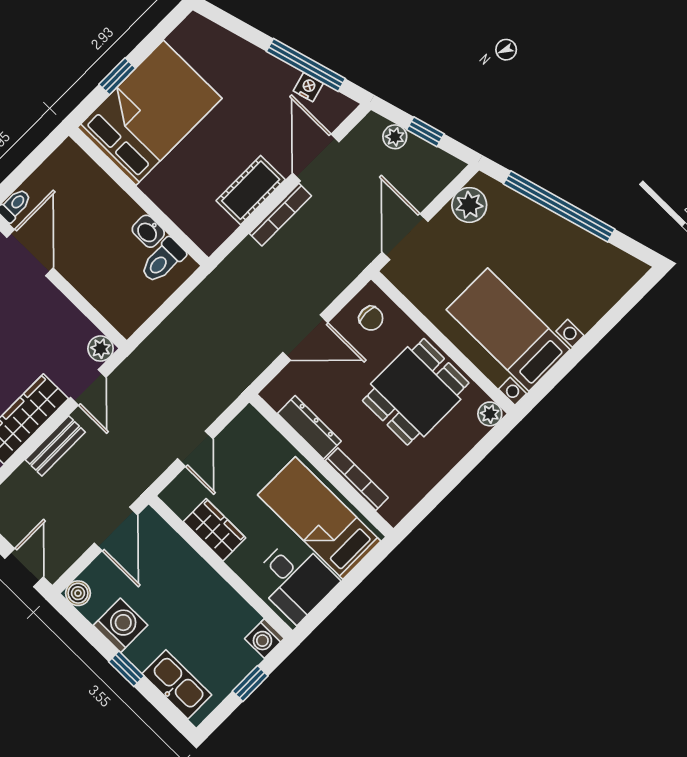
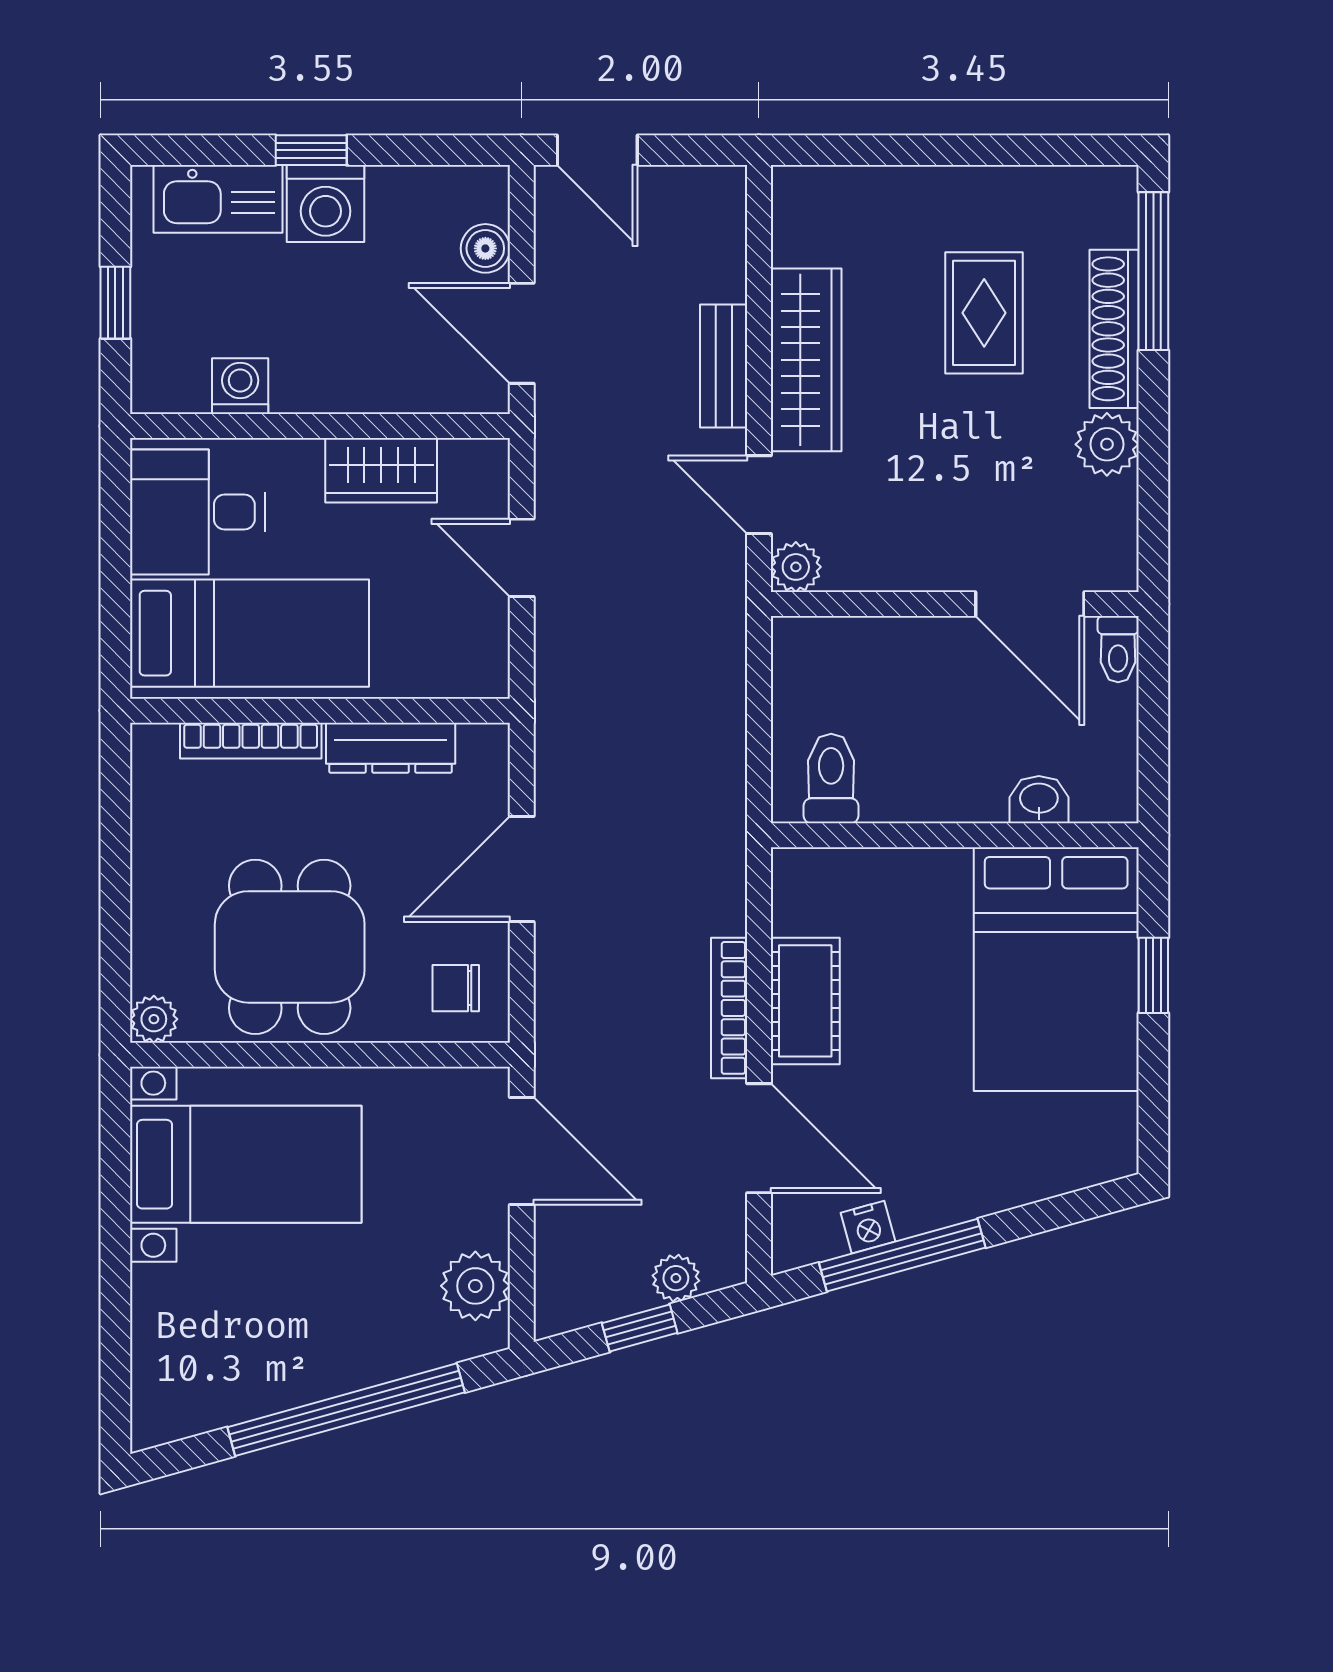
washbasin: (148, 231) -> (1039, 800), moved
boiler: (78, 593) -> (485, 248), moved
washing machine: (121, 625) -> (326, 204), moved
washing machine: (264, 639) -> (240, 386), moved

